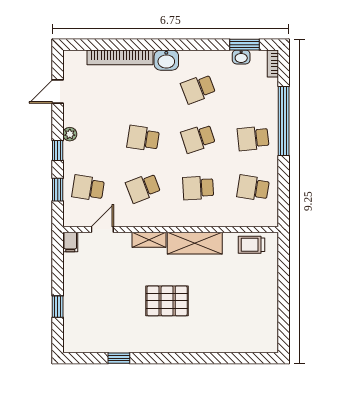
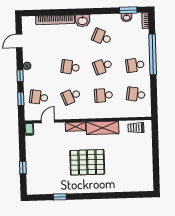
school desk: (198, 89) -> (102, 37), turned 45
pallet: (167, 301) -> (87, 162), width x1.37, depth x1.41

